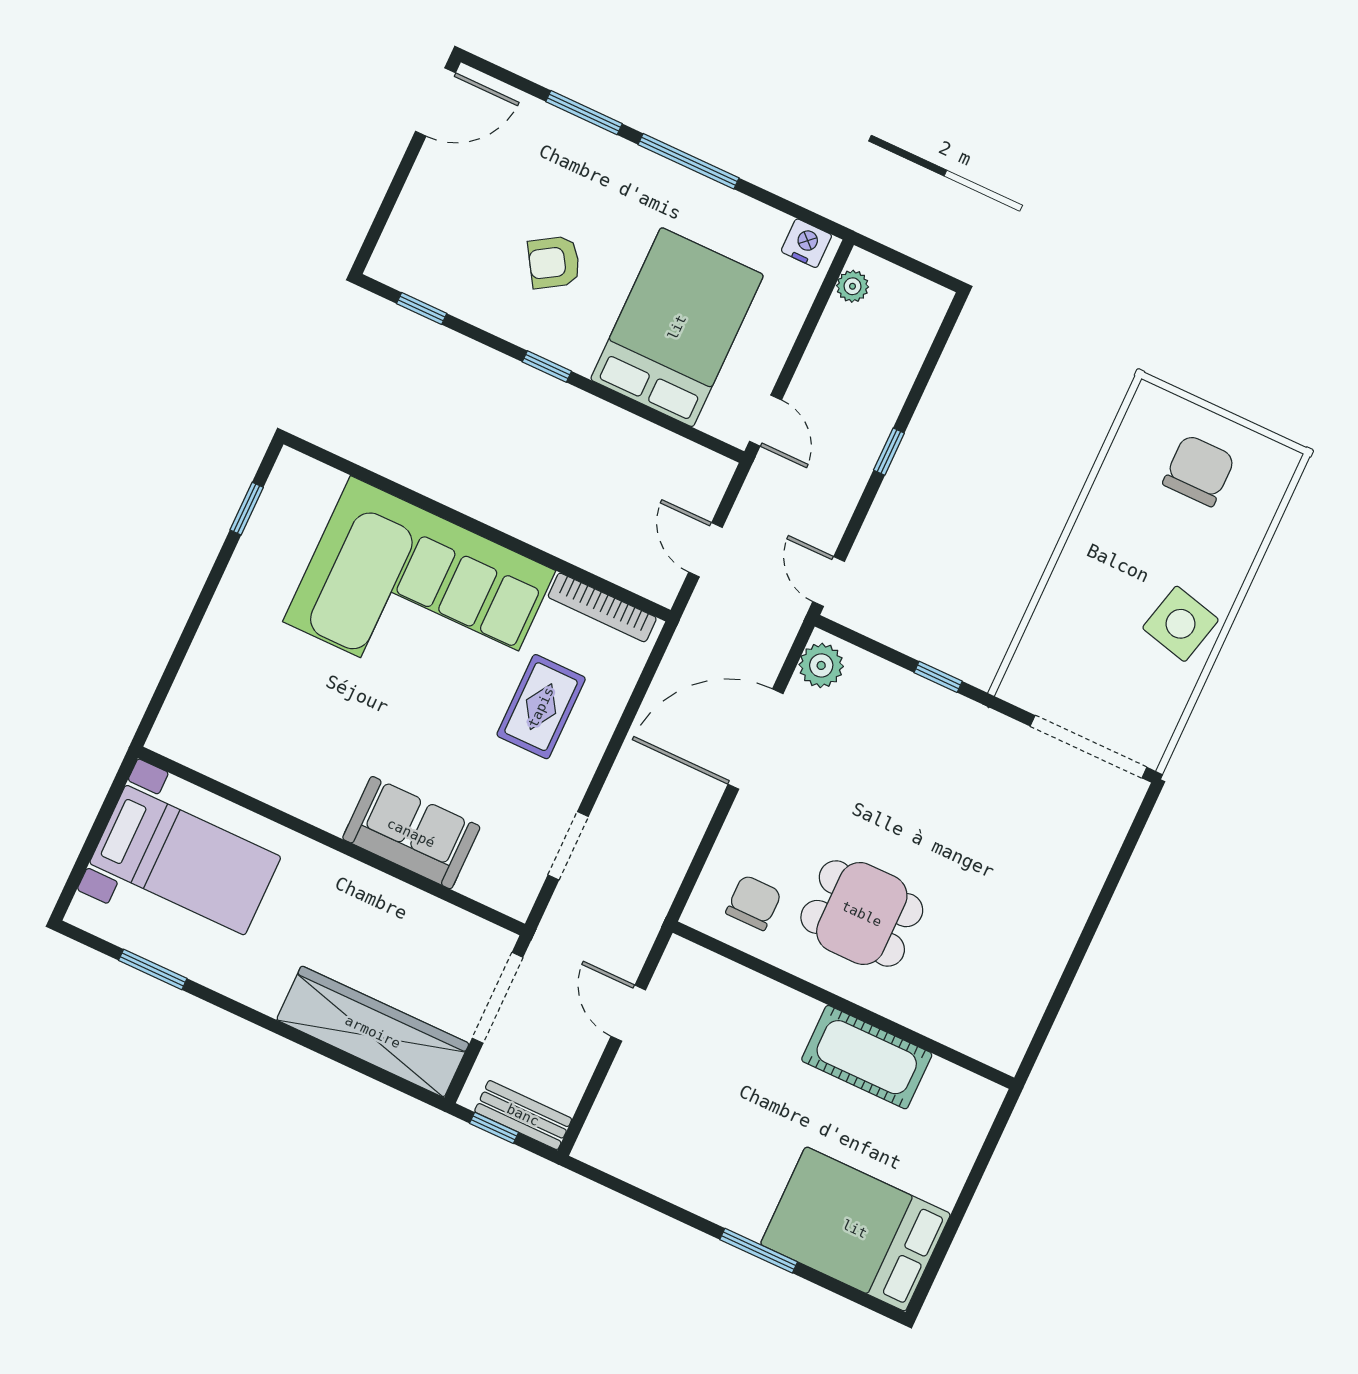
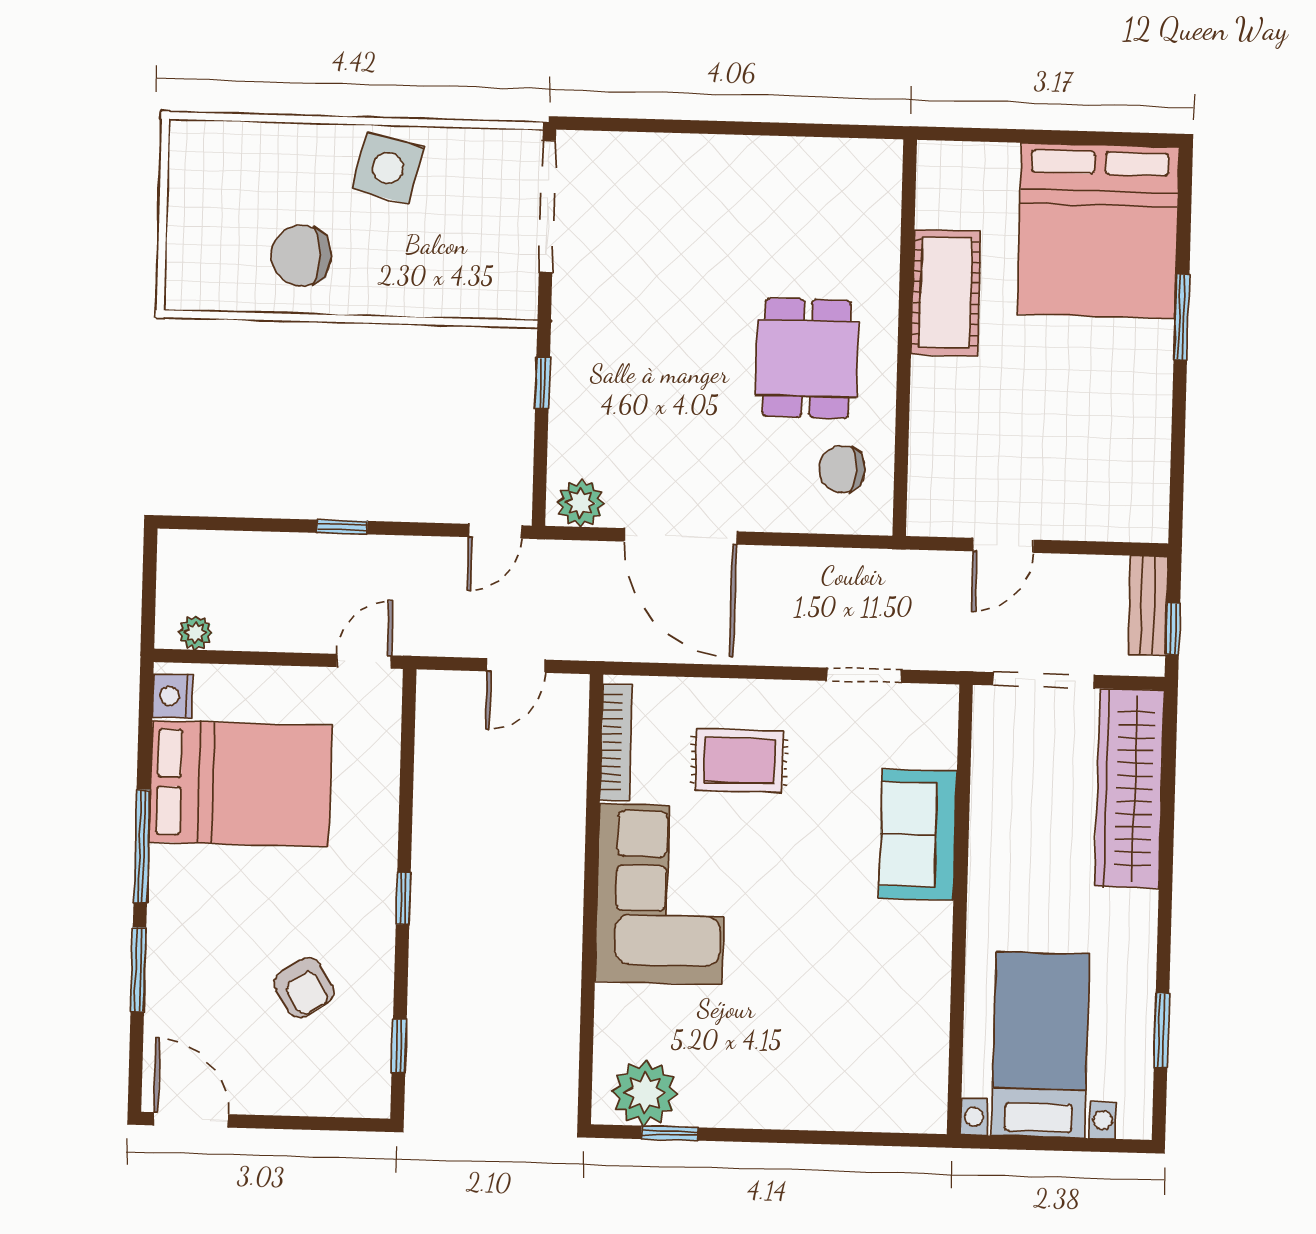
armchair: (554, 262) -> (304, 988), moved
bed: (677, 327) -> (240, 784), moved, turned 180
chair: (1199, 470) -> (301, 256), moved
plant: (291, 502) -> (645, 1093), added
corner sofa: (419, 596) -> (661, 894), width x0.73, depth x0.74
bed: (855, 1229) -> (1098, 231), width x1.36

